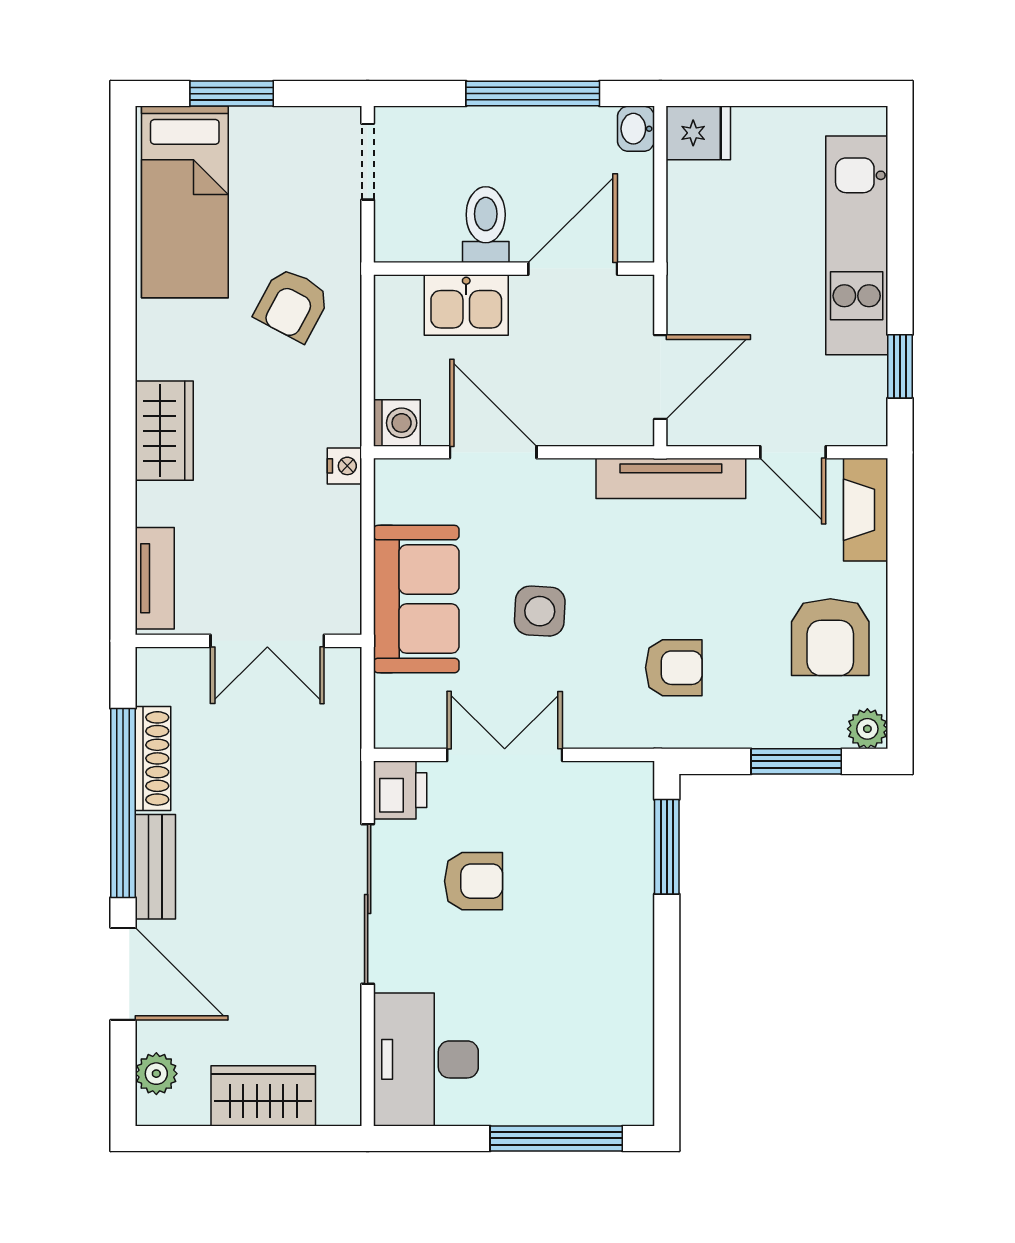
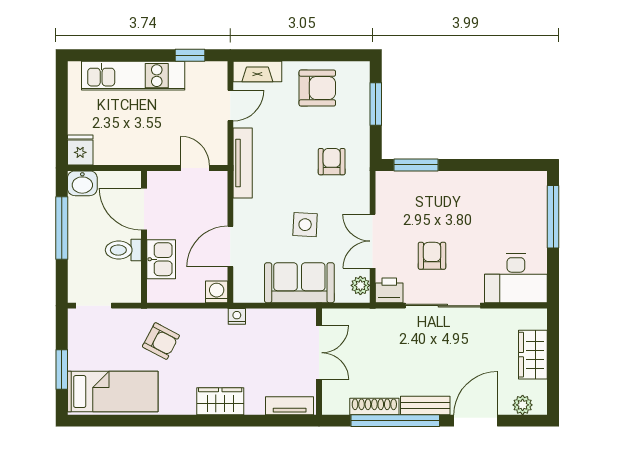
washbasin: (636, 129) -> (82, 183), width x1.38, depth x1.45
door: (660, 377) -> (195, 168), width x0.73
plant: (867, 729) -> (360, 285), moved

